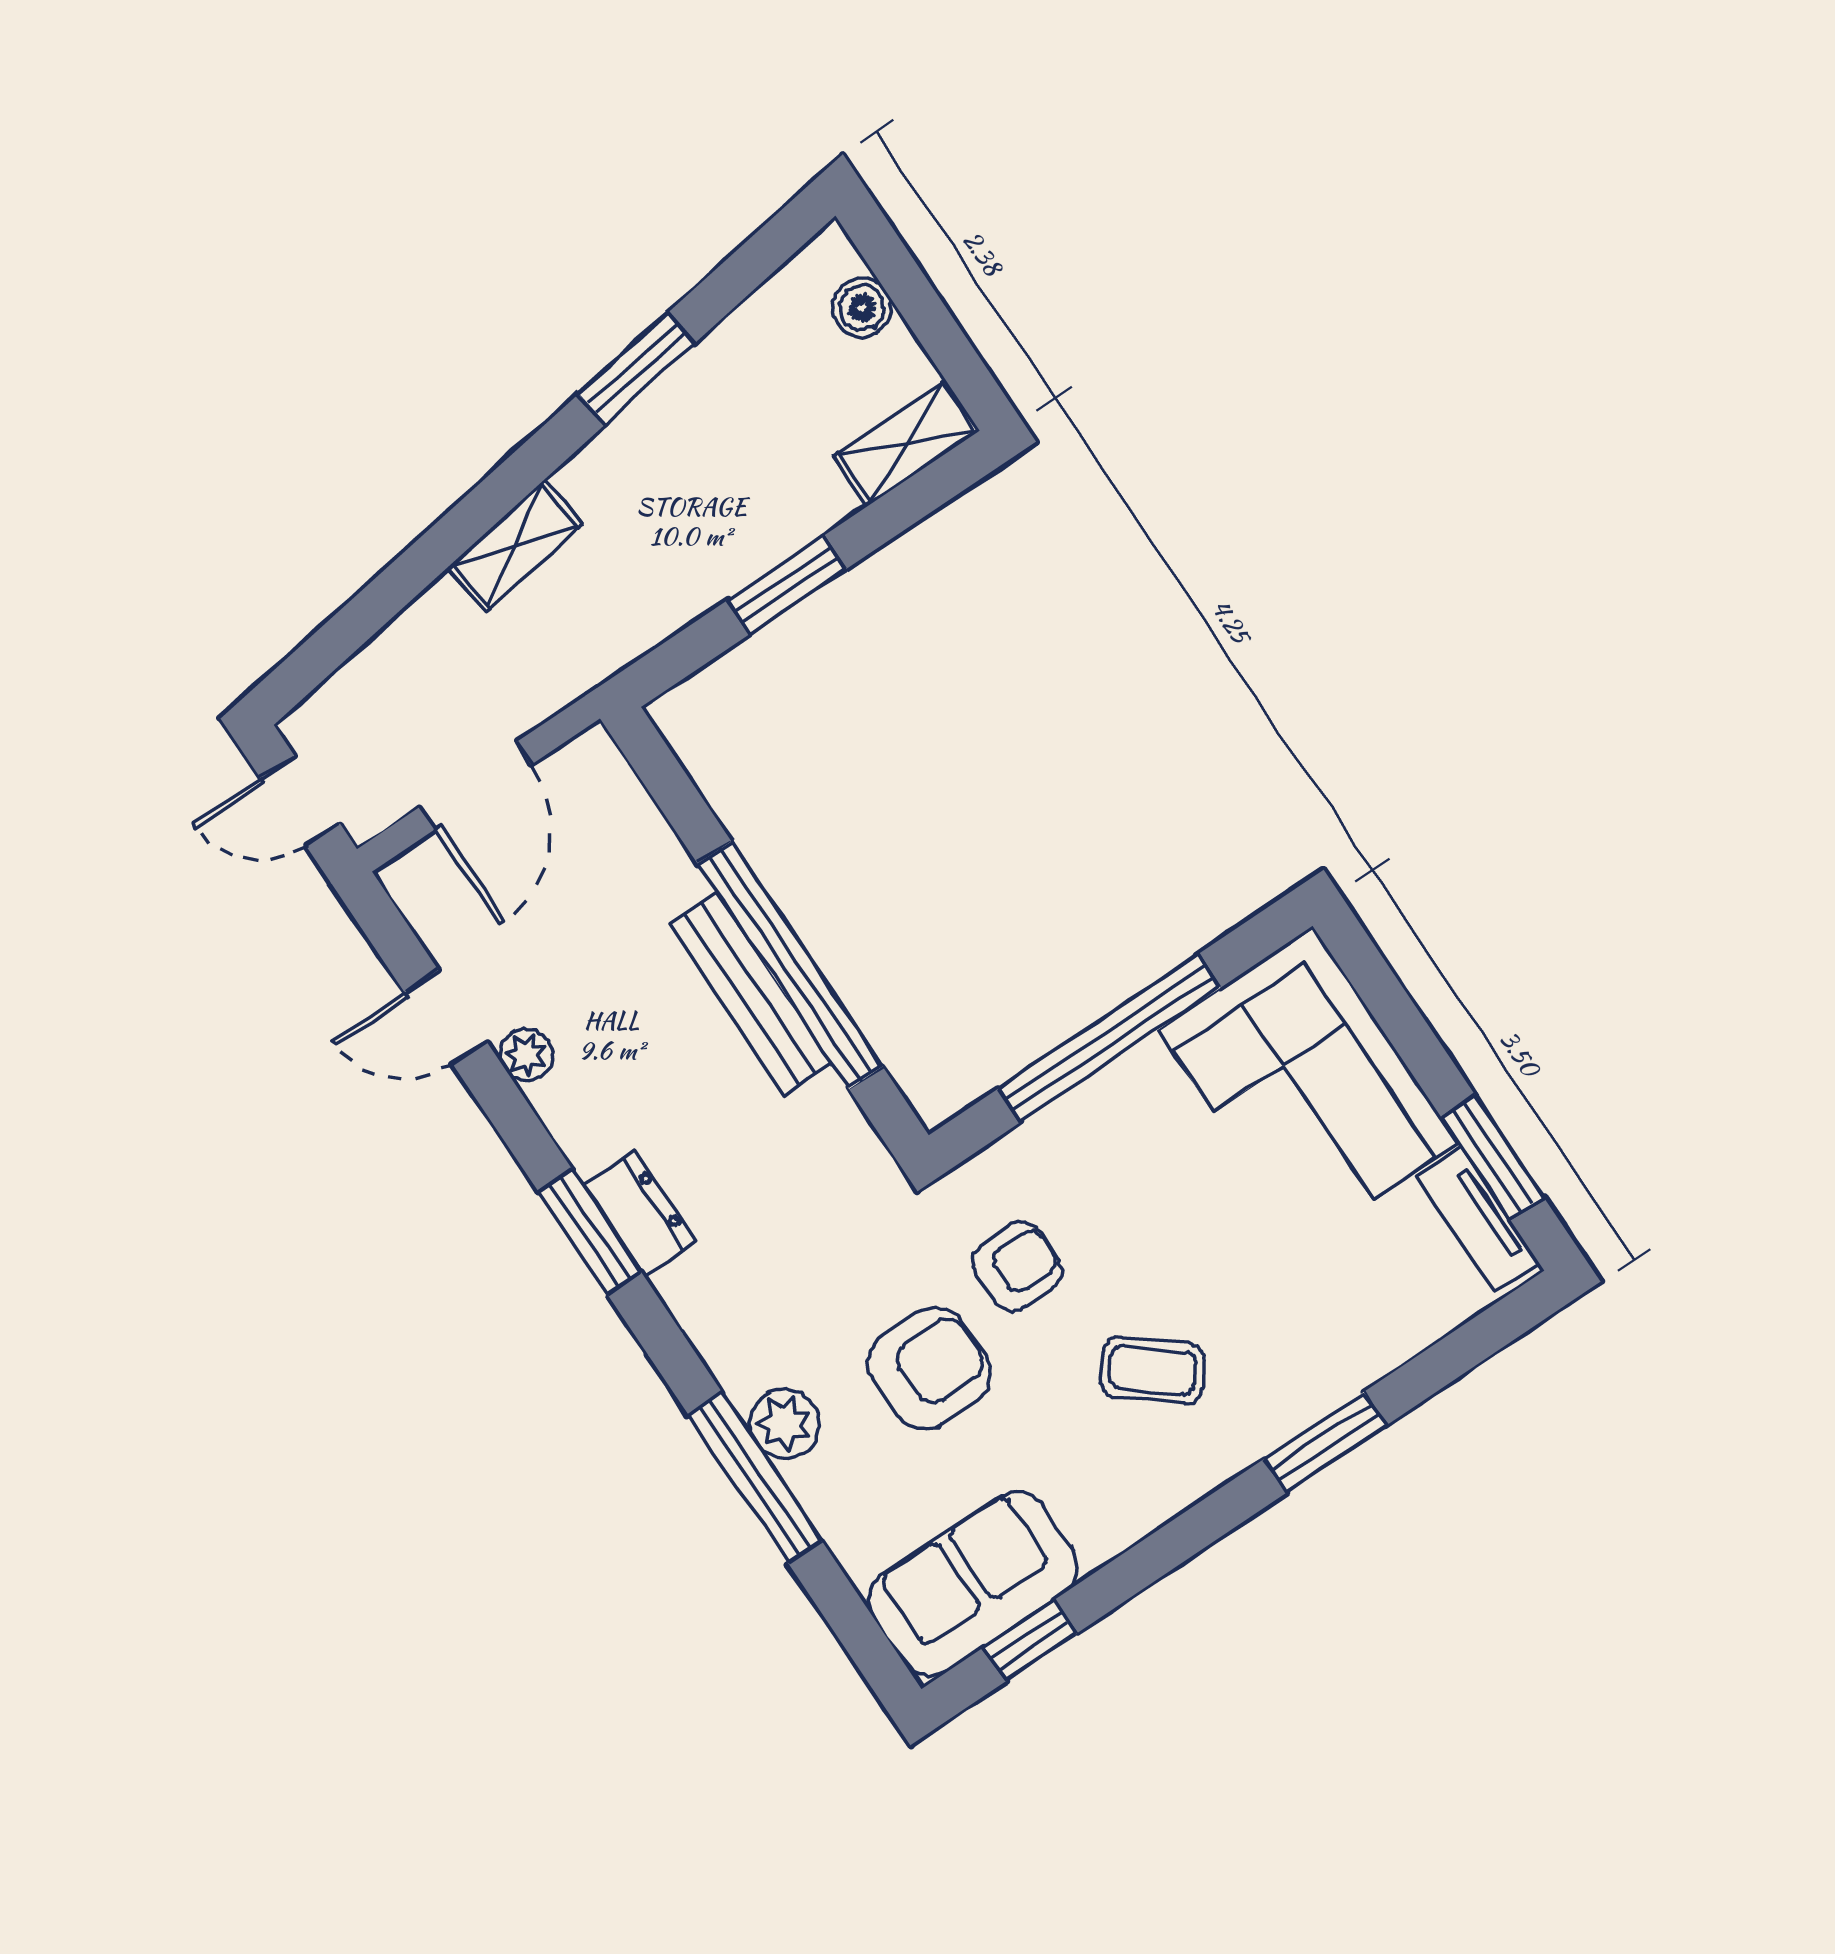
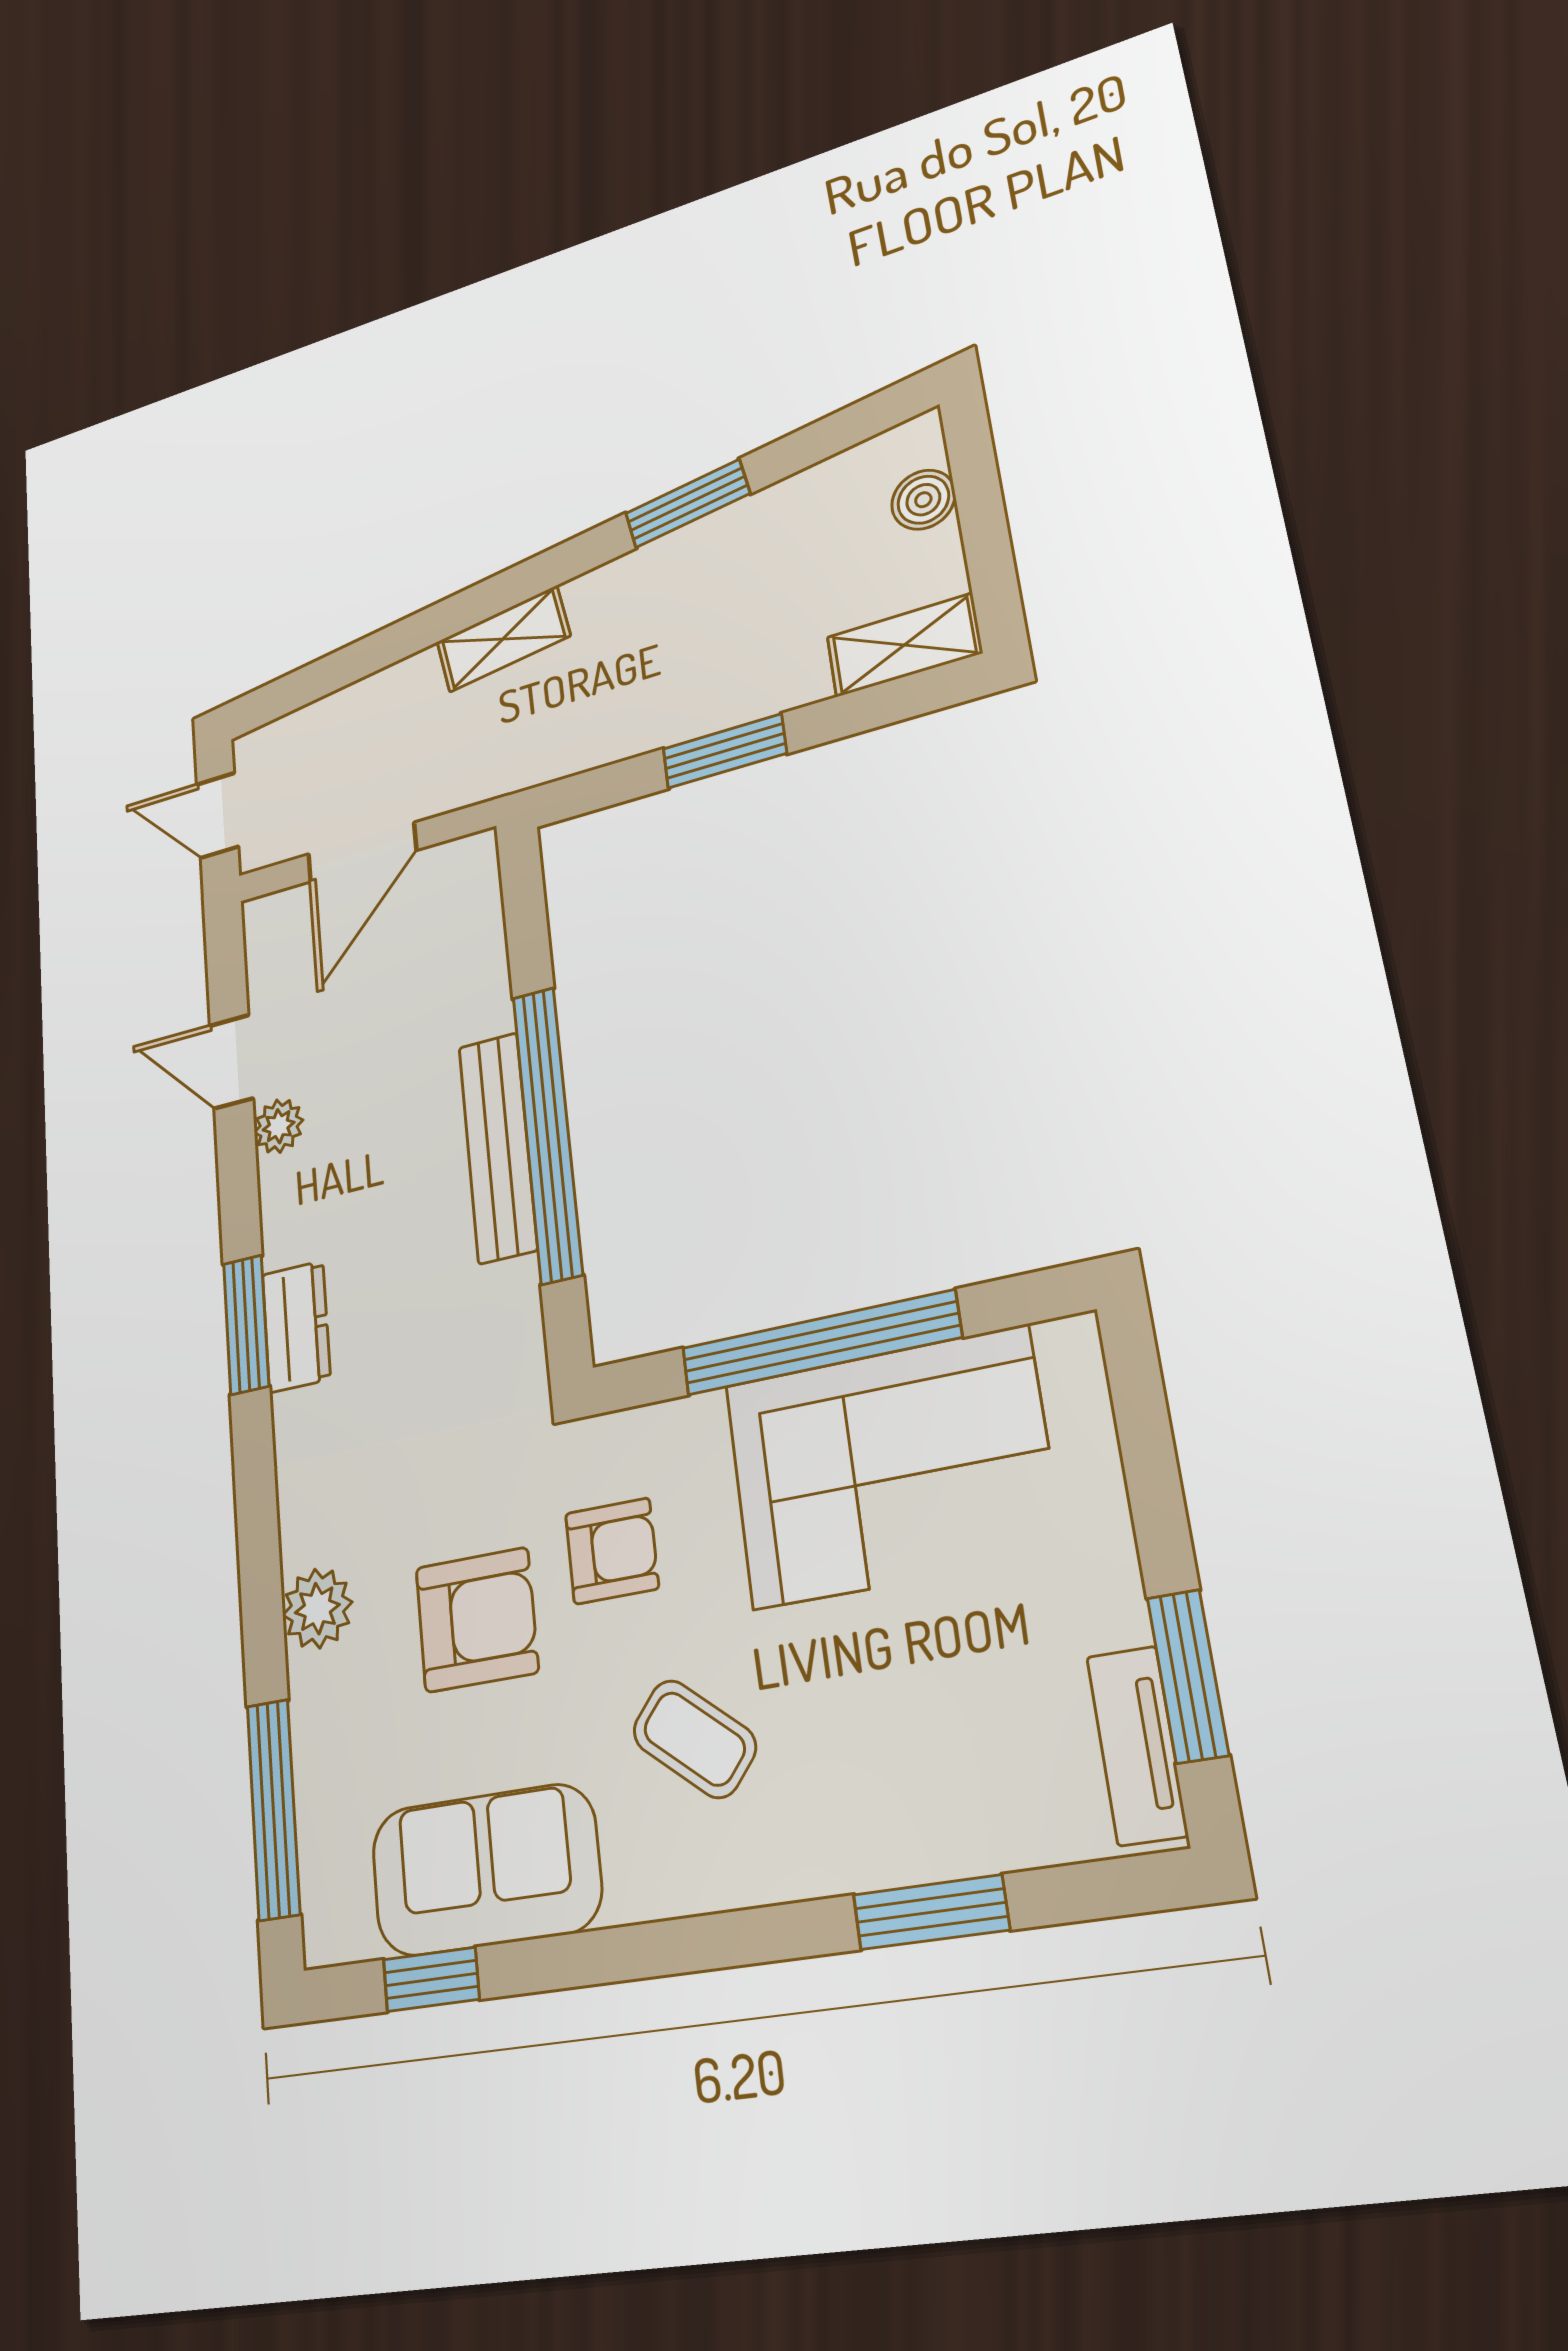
corner sofa: (1308, 1086) -> (890, 1467), moved, turned -90
window: (1325, 1442) -> (931, 1912), moved
window: (755, 1478) -> (273, 1809), moved
sofa: (973, 1584) -> (485, 1870), moved

